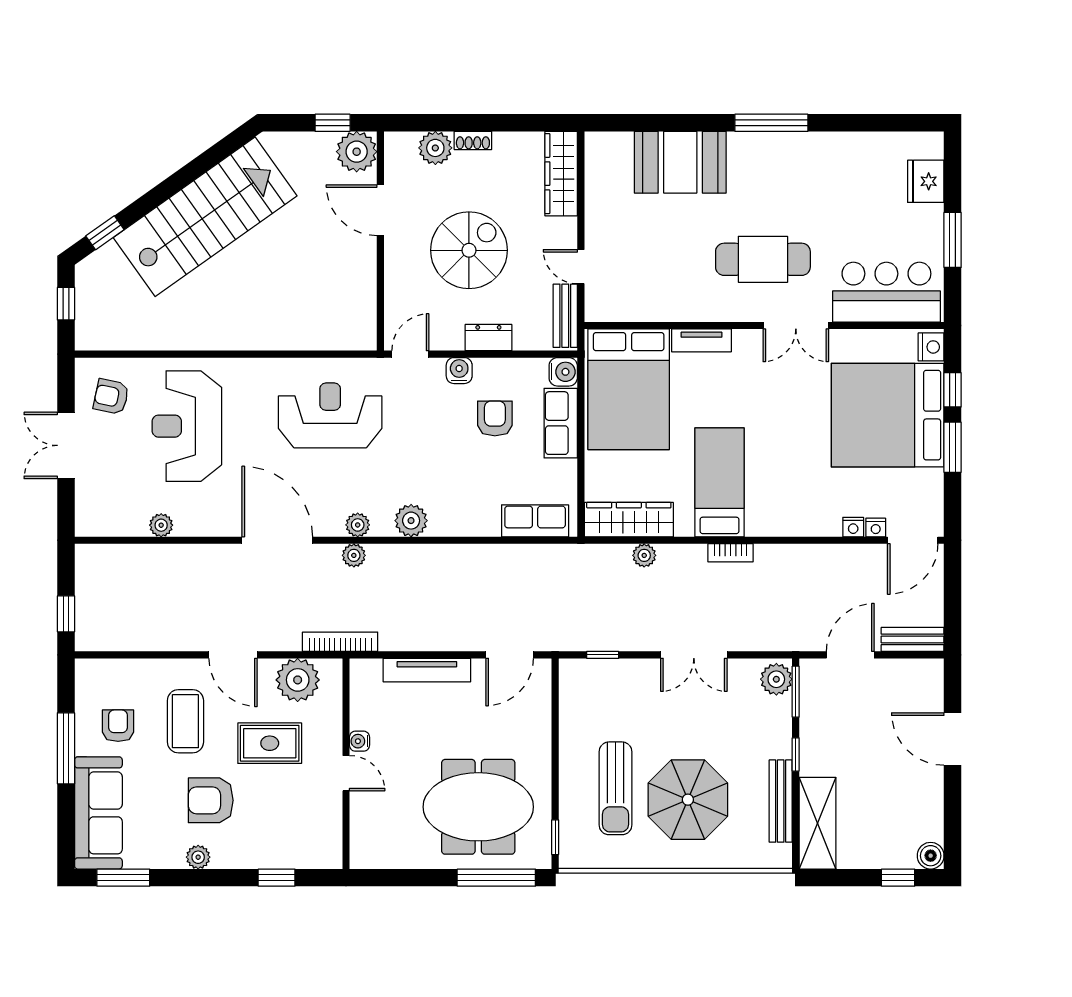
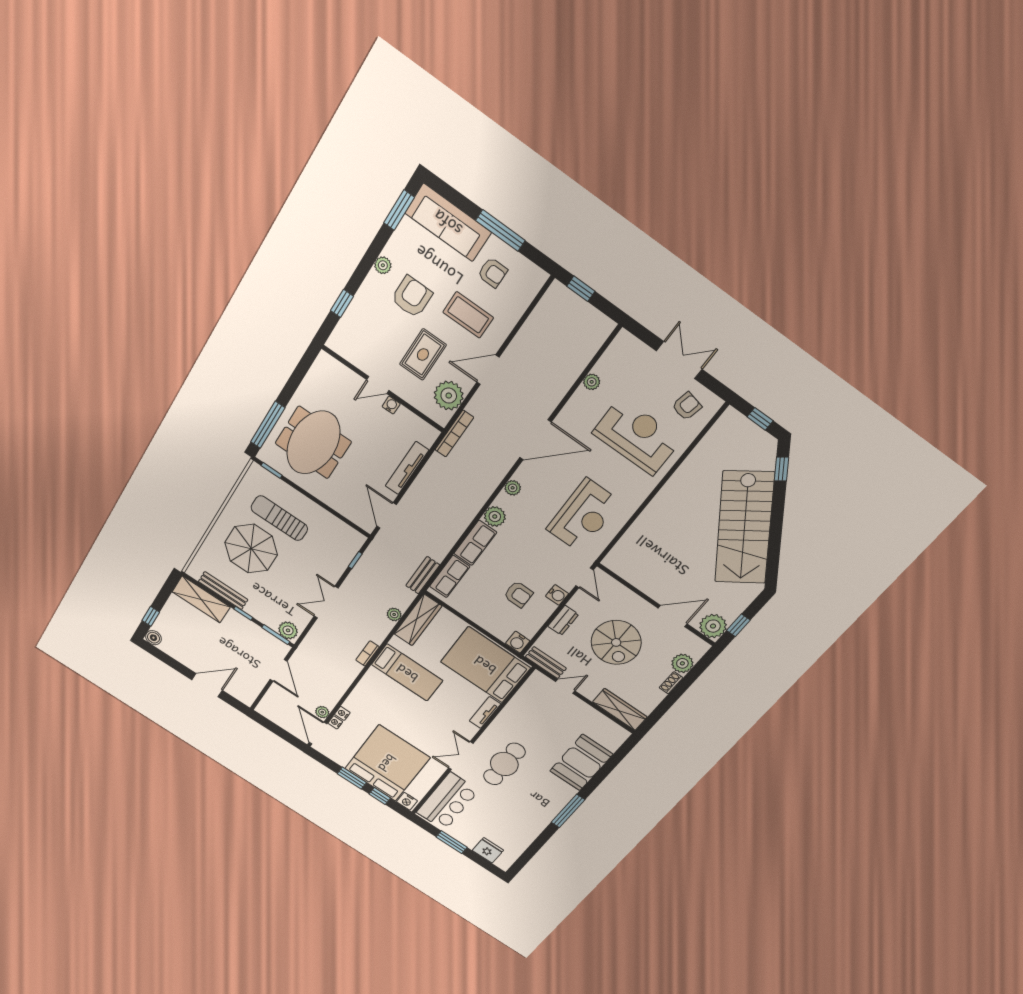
row of seats: (561, 423) -> (475, 543), moved, turned 90
plant: (354, 555) -> (322, 712), moved
bench: (913, 639) -> (423, 575), moved

